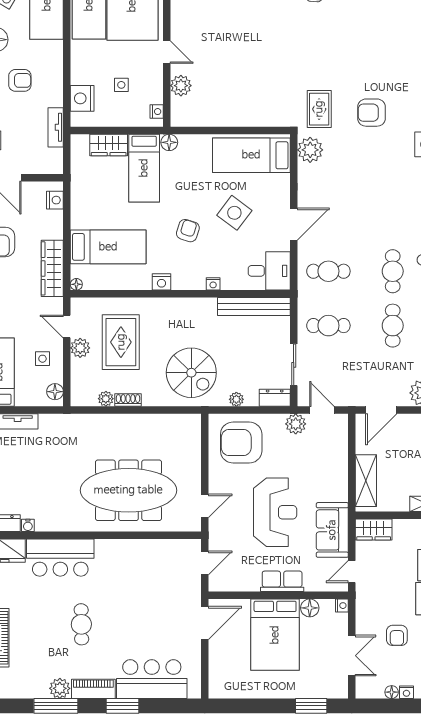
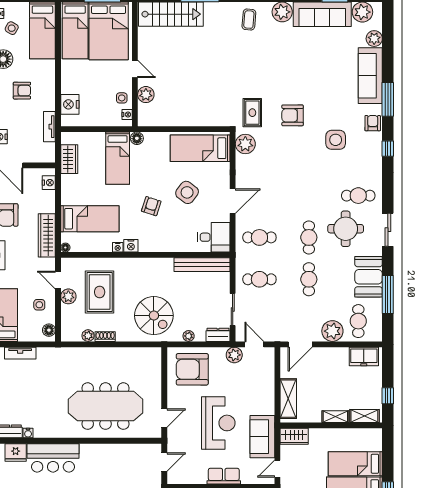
side table: (121, 85) -> (122, 98), moved
wardrobe: (109, 145) -> (69, 159), moved, turned -90
nightstand: (213, 284) -> (118, 247), moved

